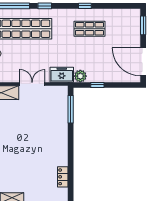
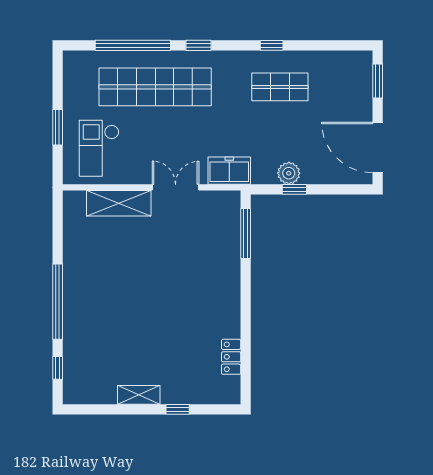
plant: (80, 76) -> (289, 173), moved

